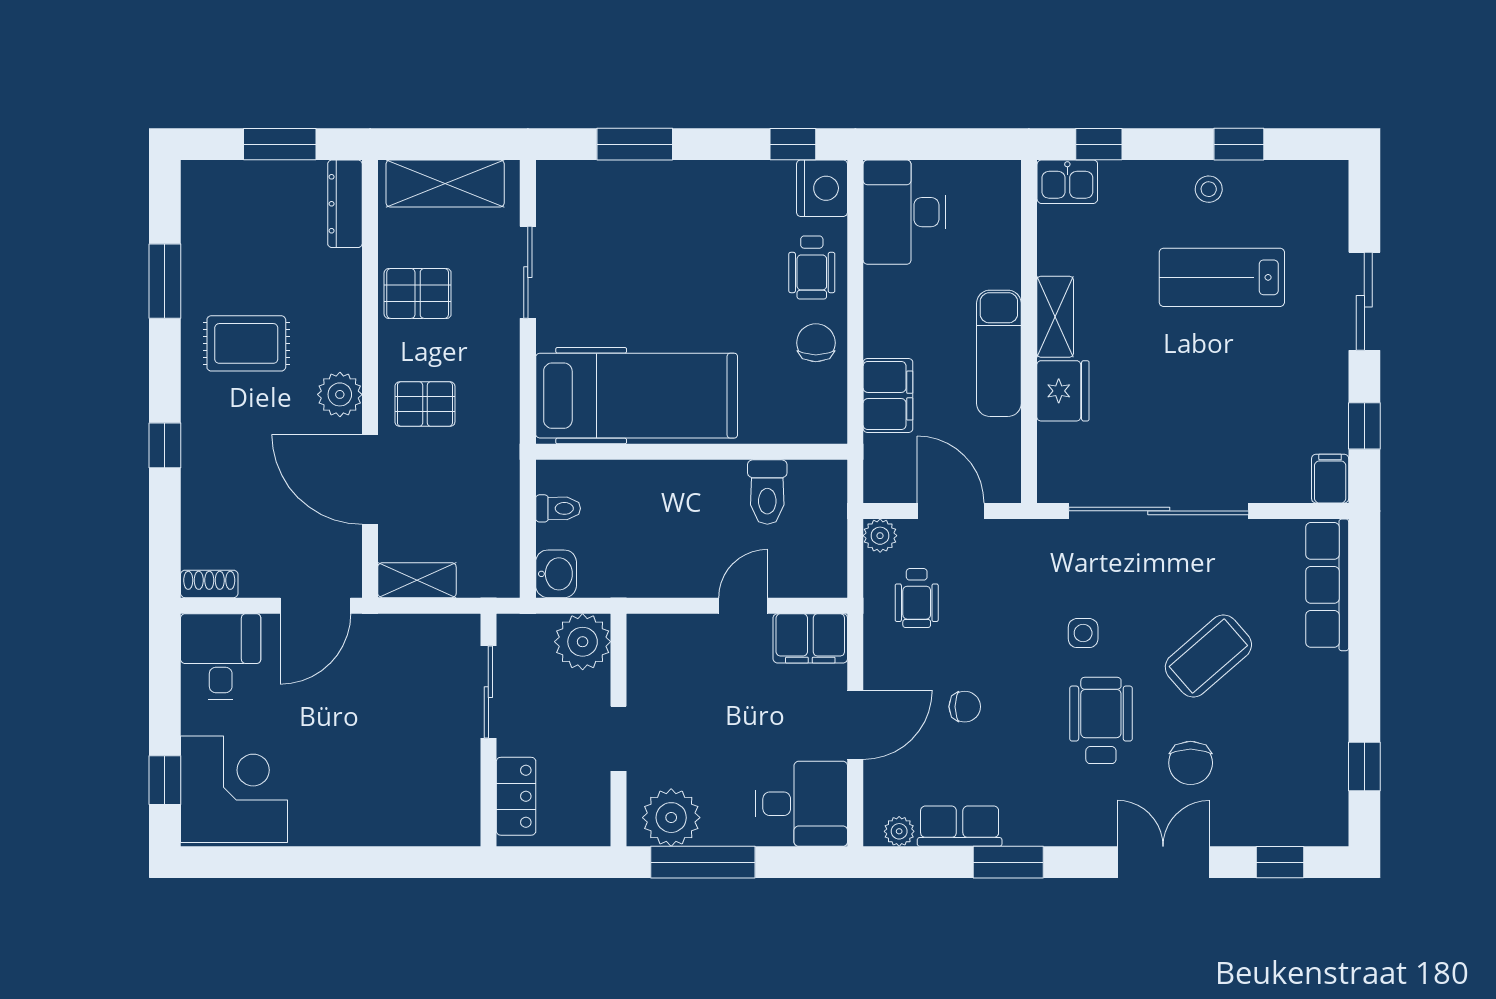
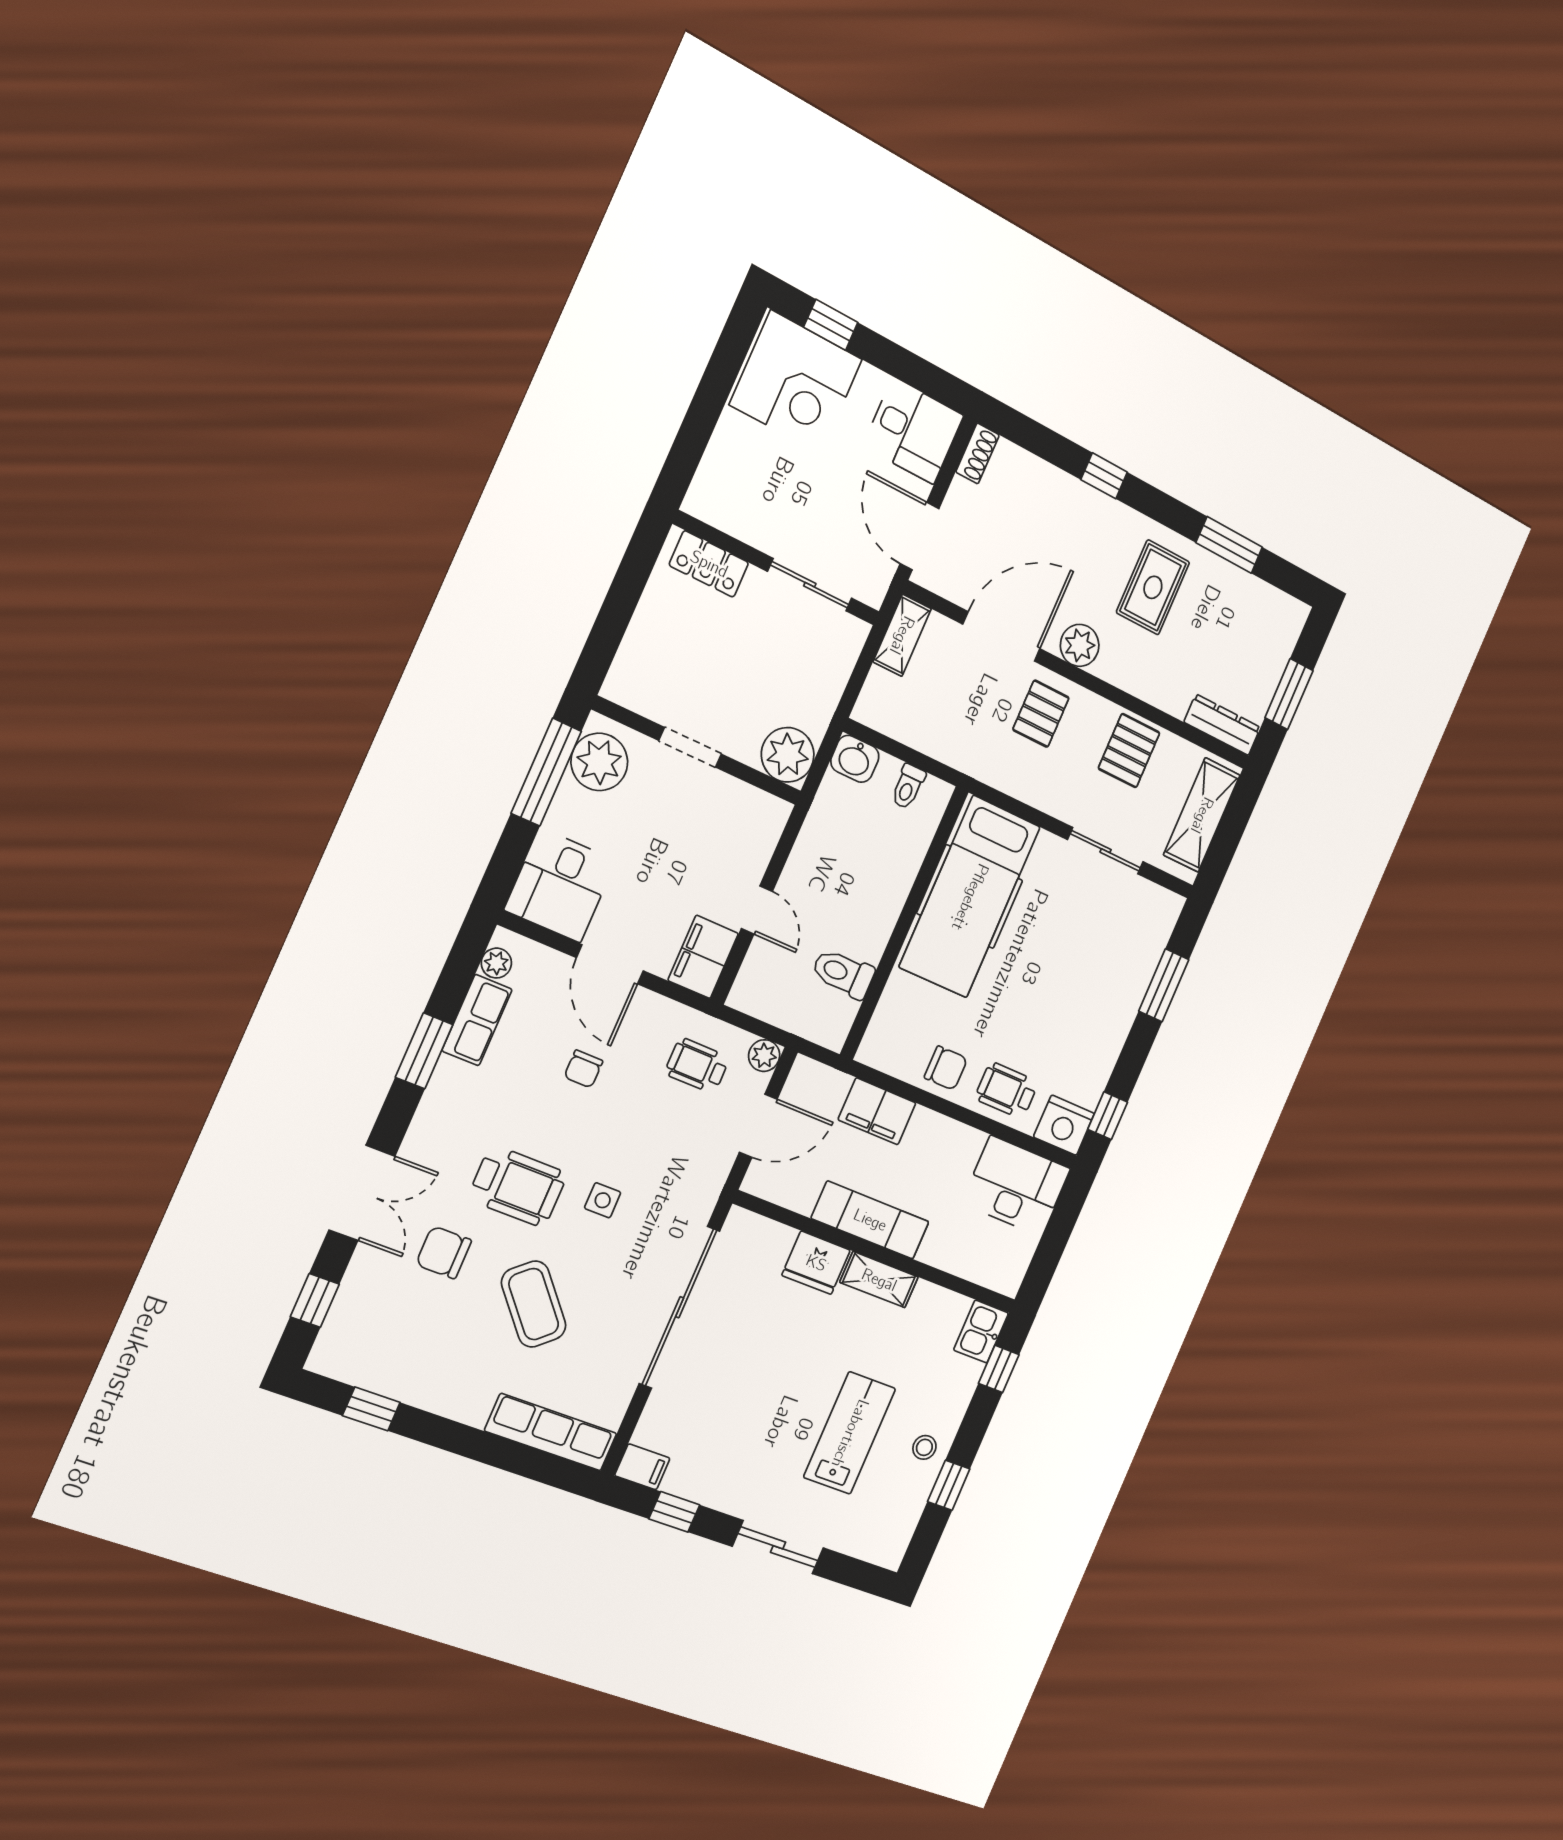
sliding door: (488, 692) -> (810, 585), moved
wall: (488, 730) -> (777, 568), moved
locker: (516, 796) -> (709, 564), moved

